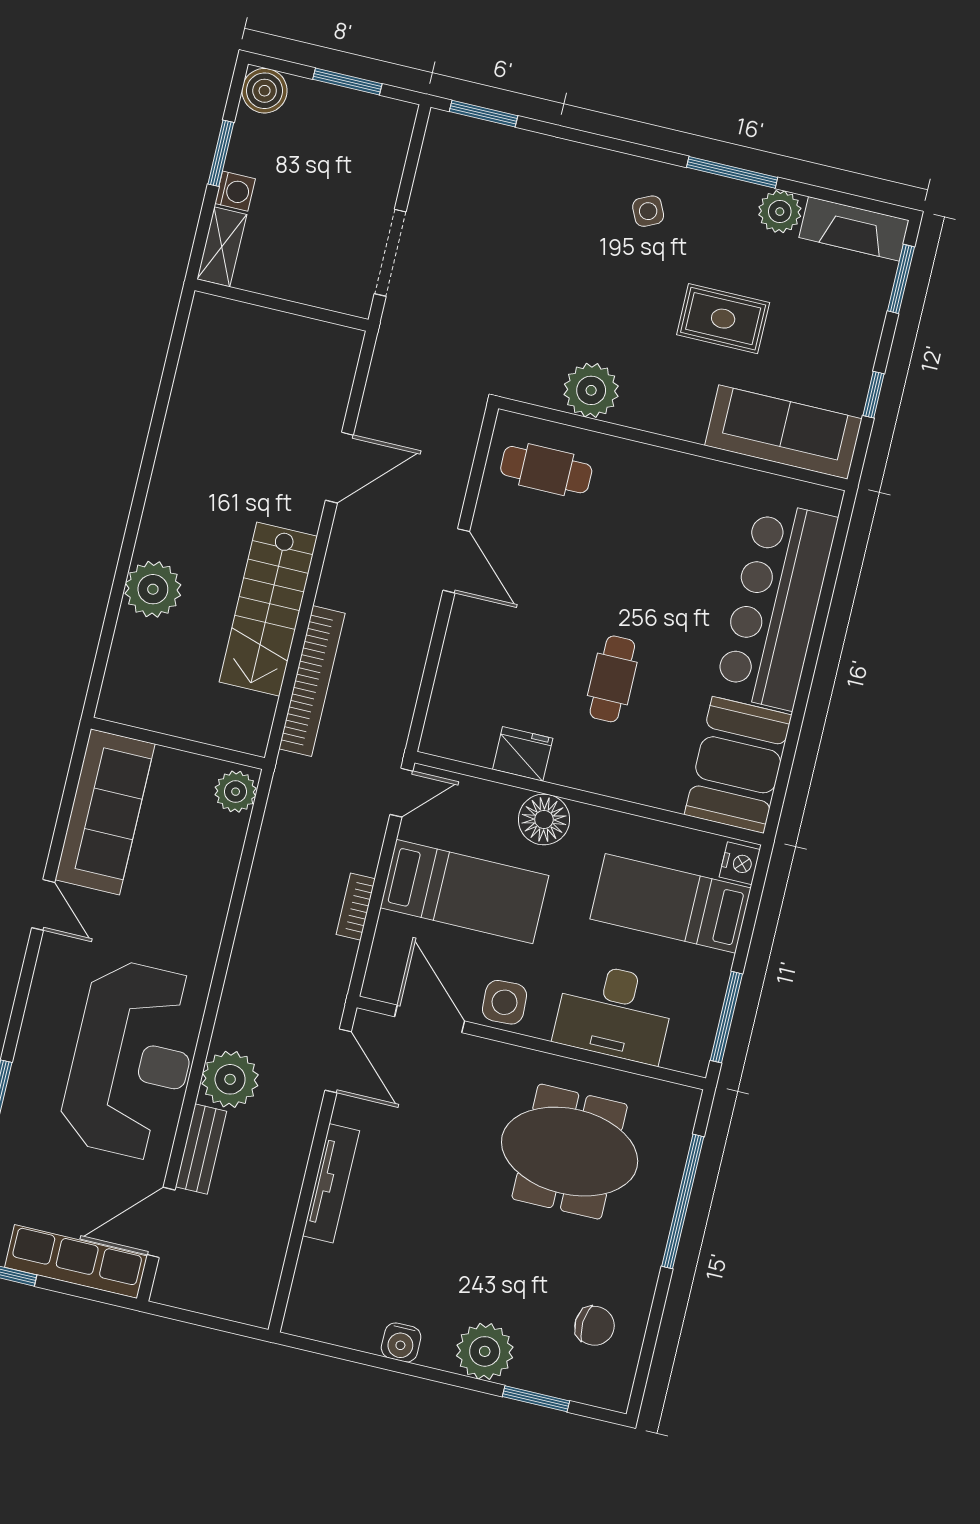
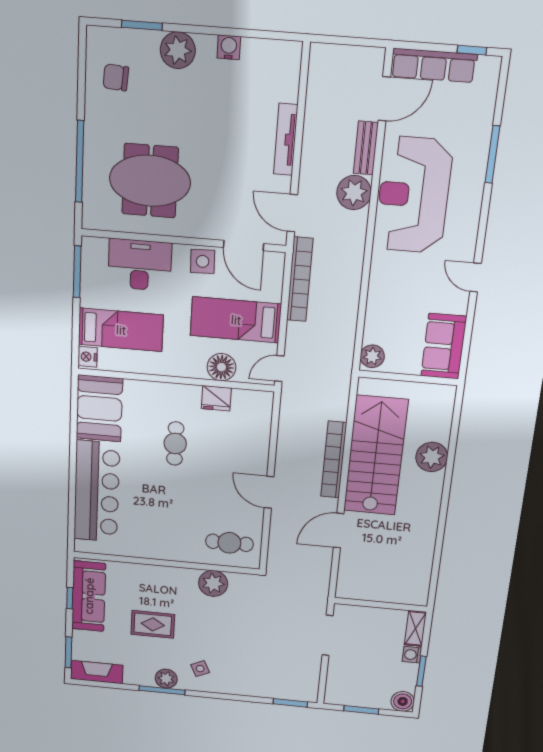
plant: (780, 212) -> (166, 679), moved
sofa: (783, 432) -> (89, 596), moved, turned -90
stairs: (268, 609) -> (376, 456), width x1.36, depth x1.51
bookcase: (312, 681) -> (334, 460), moved
sofa: (105, 812) -> (444, 346), width x0.73
floor lamp: (544, 819) -> (221, 367), moved
bookcase: (356, 907) -> (300, 279), width x2.31, depth x1.31

